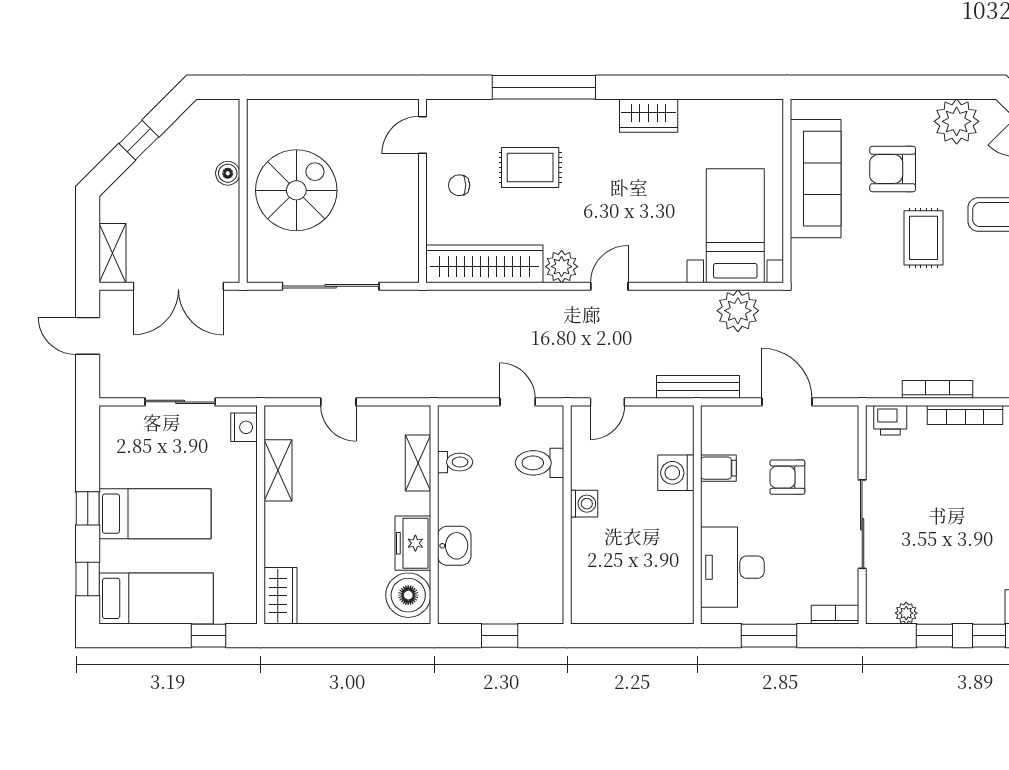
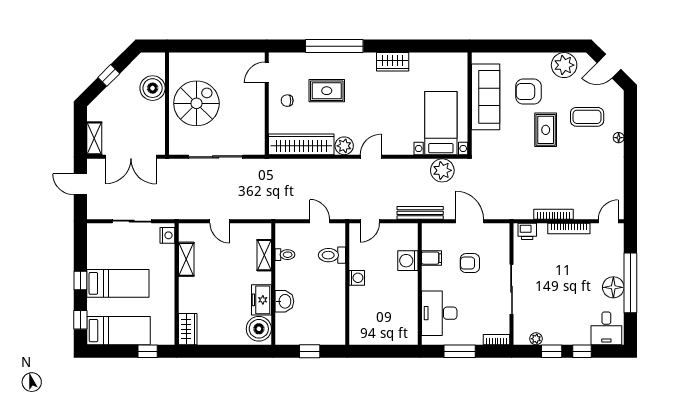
boiler: (228, 173) -> (153, 88), width x1.86, depth x1.86

